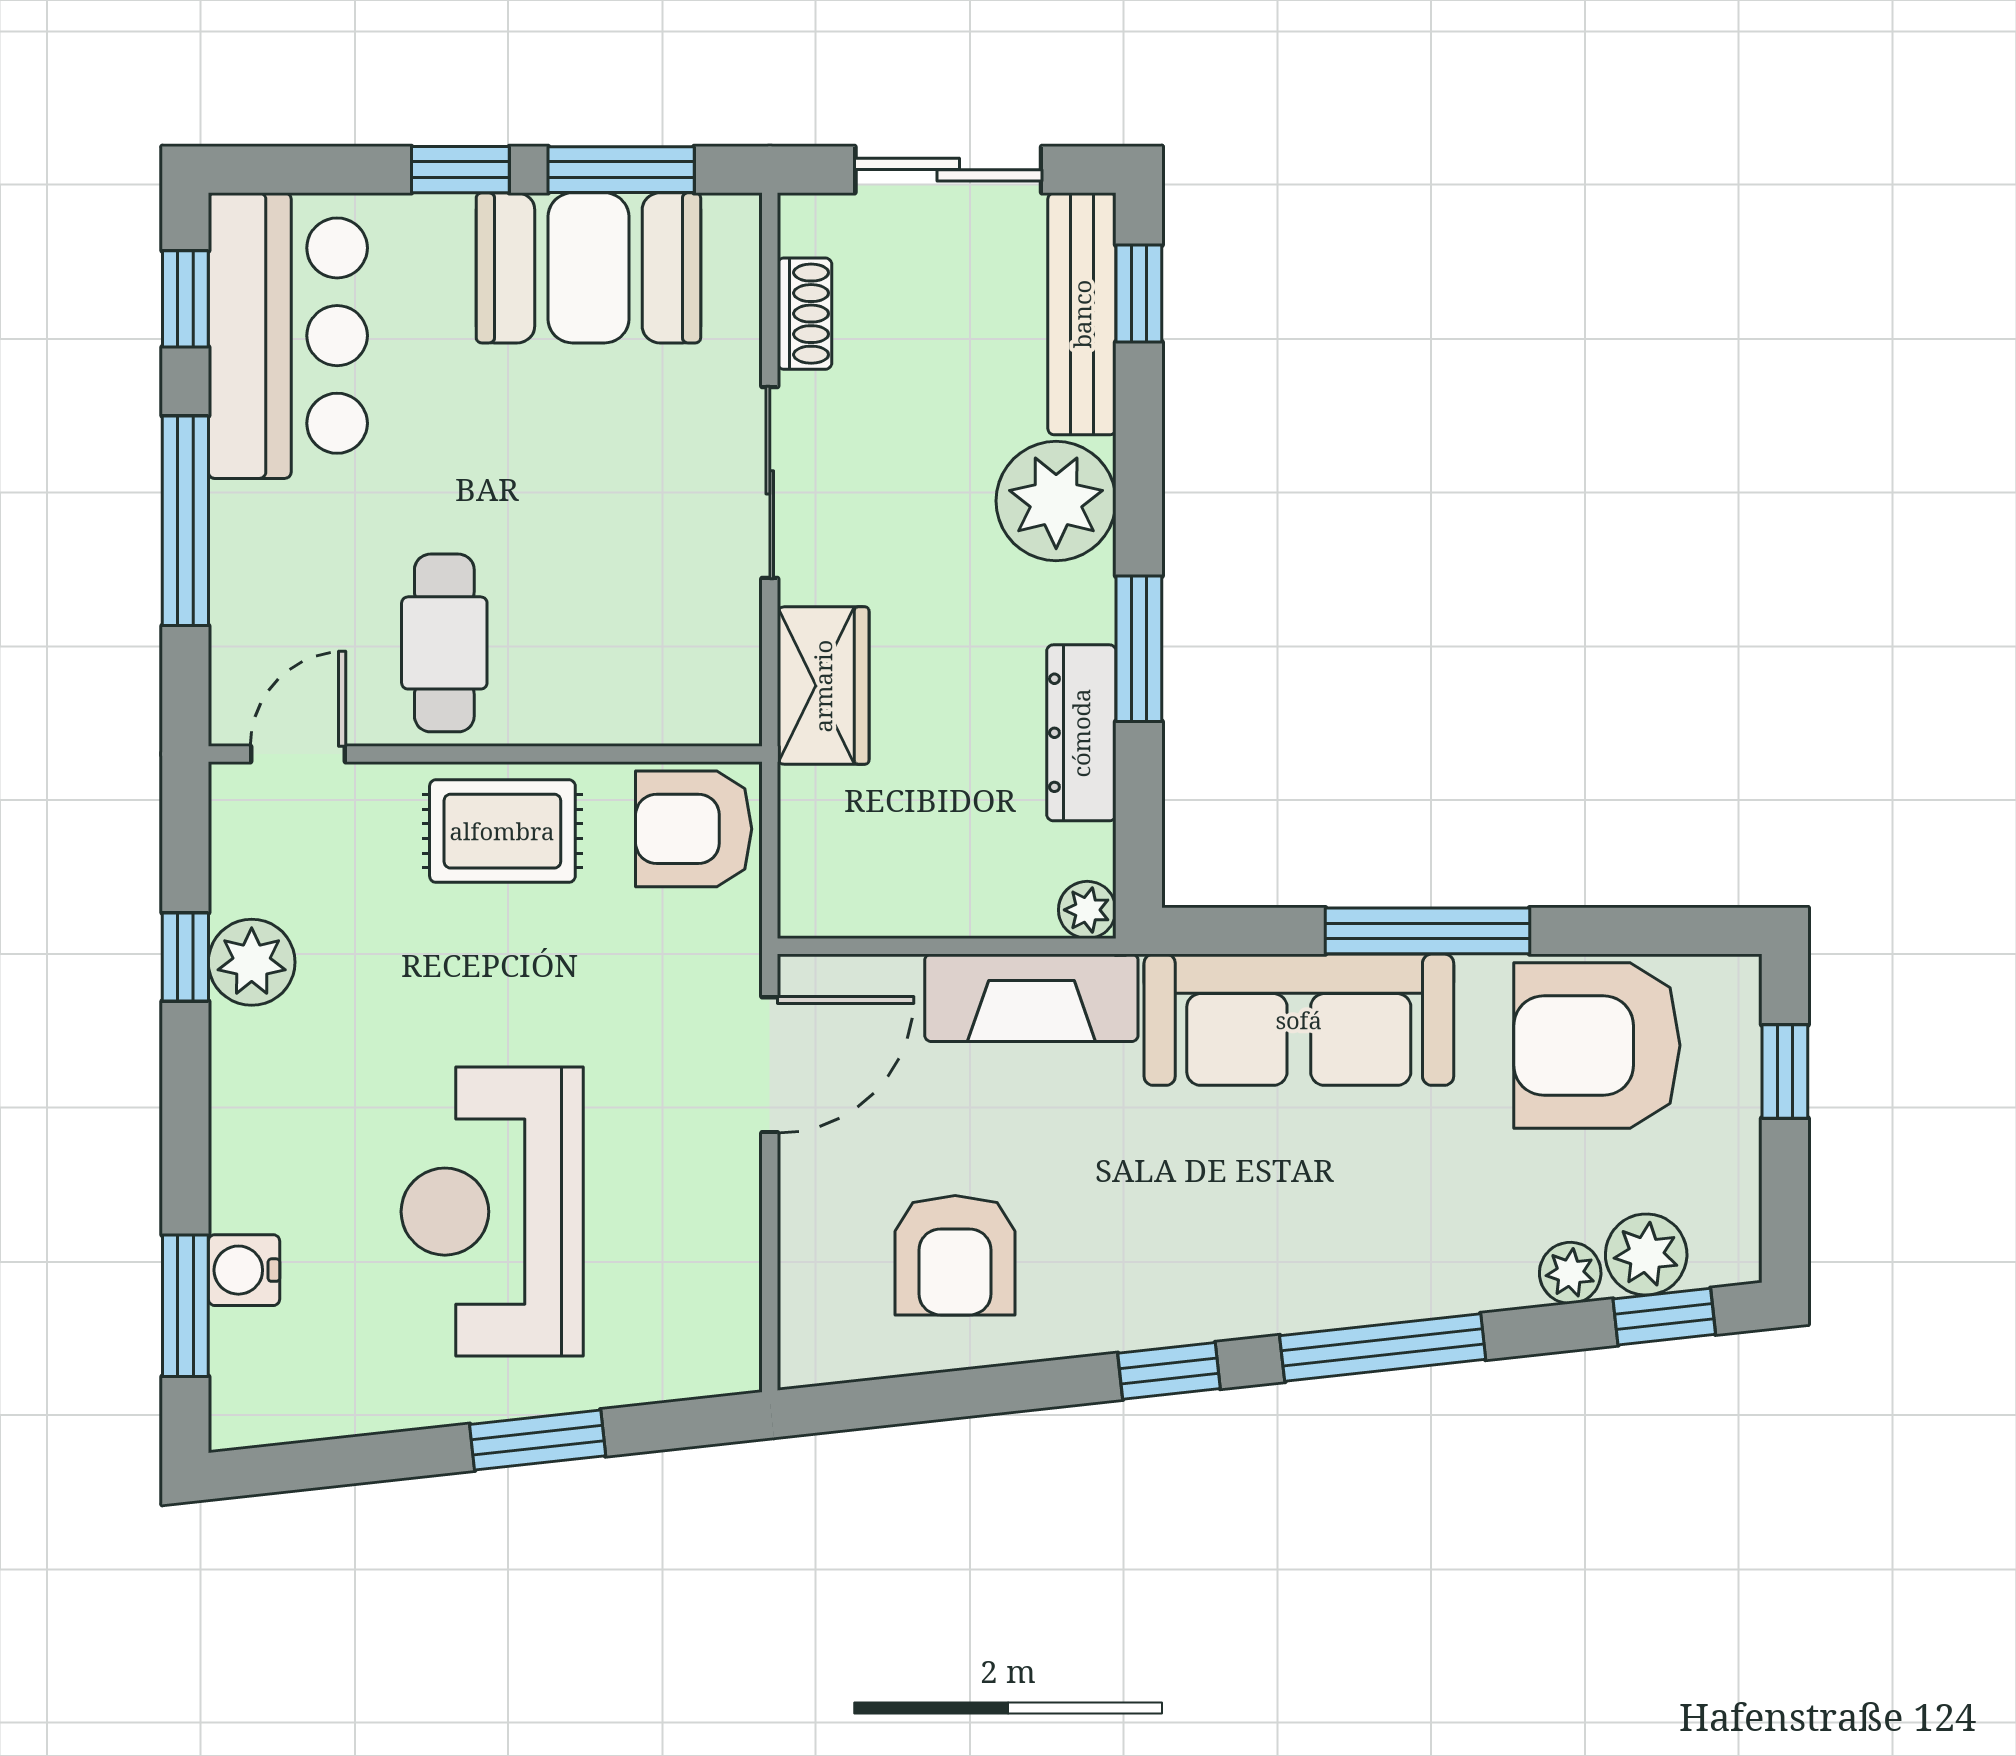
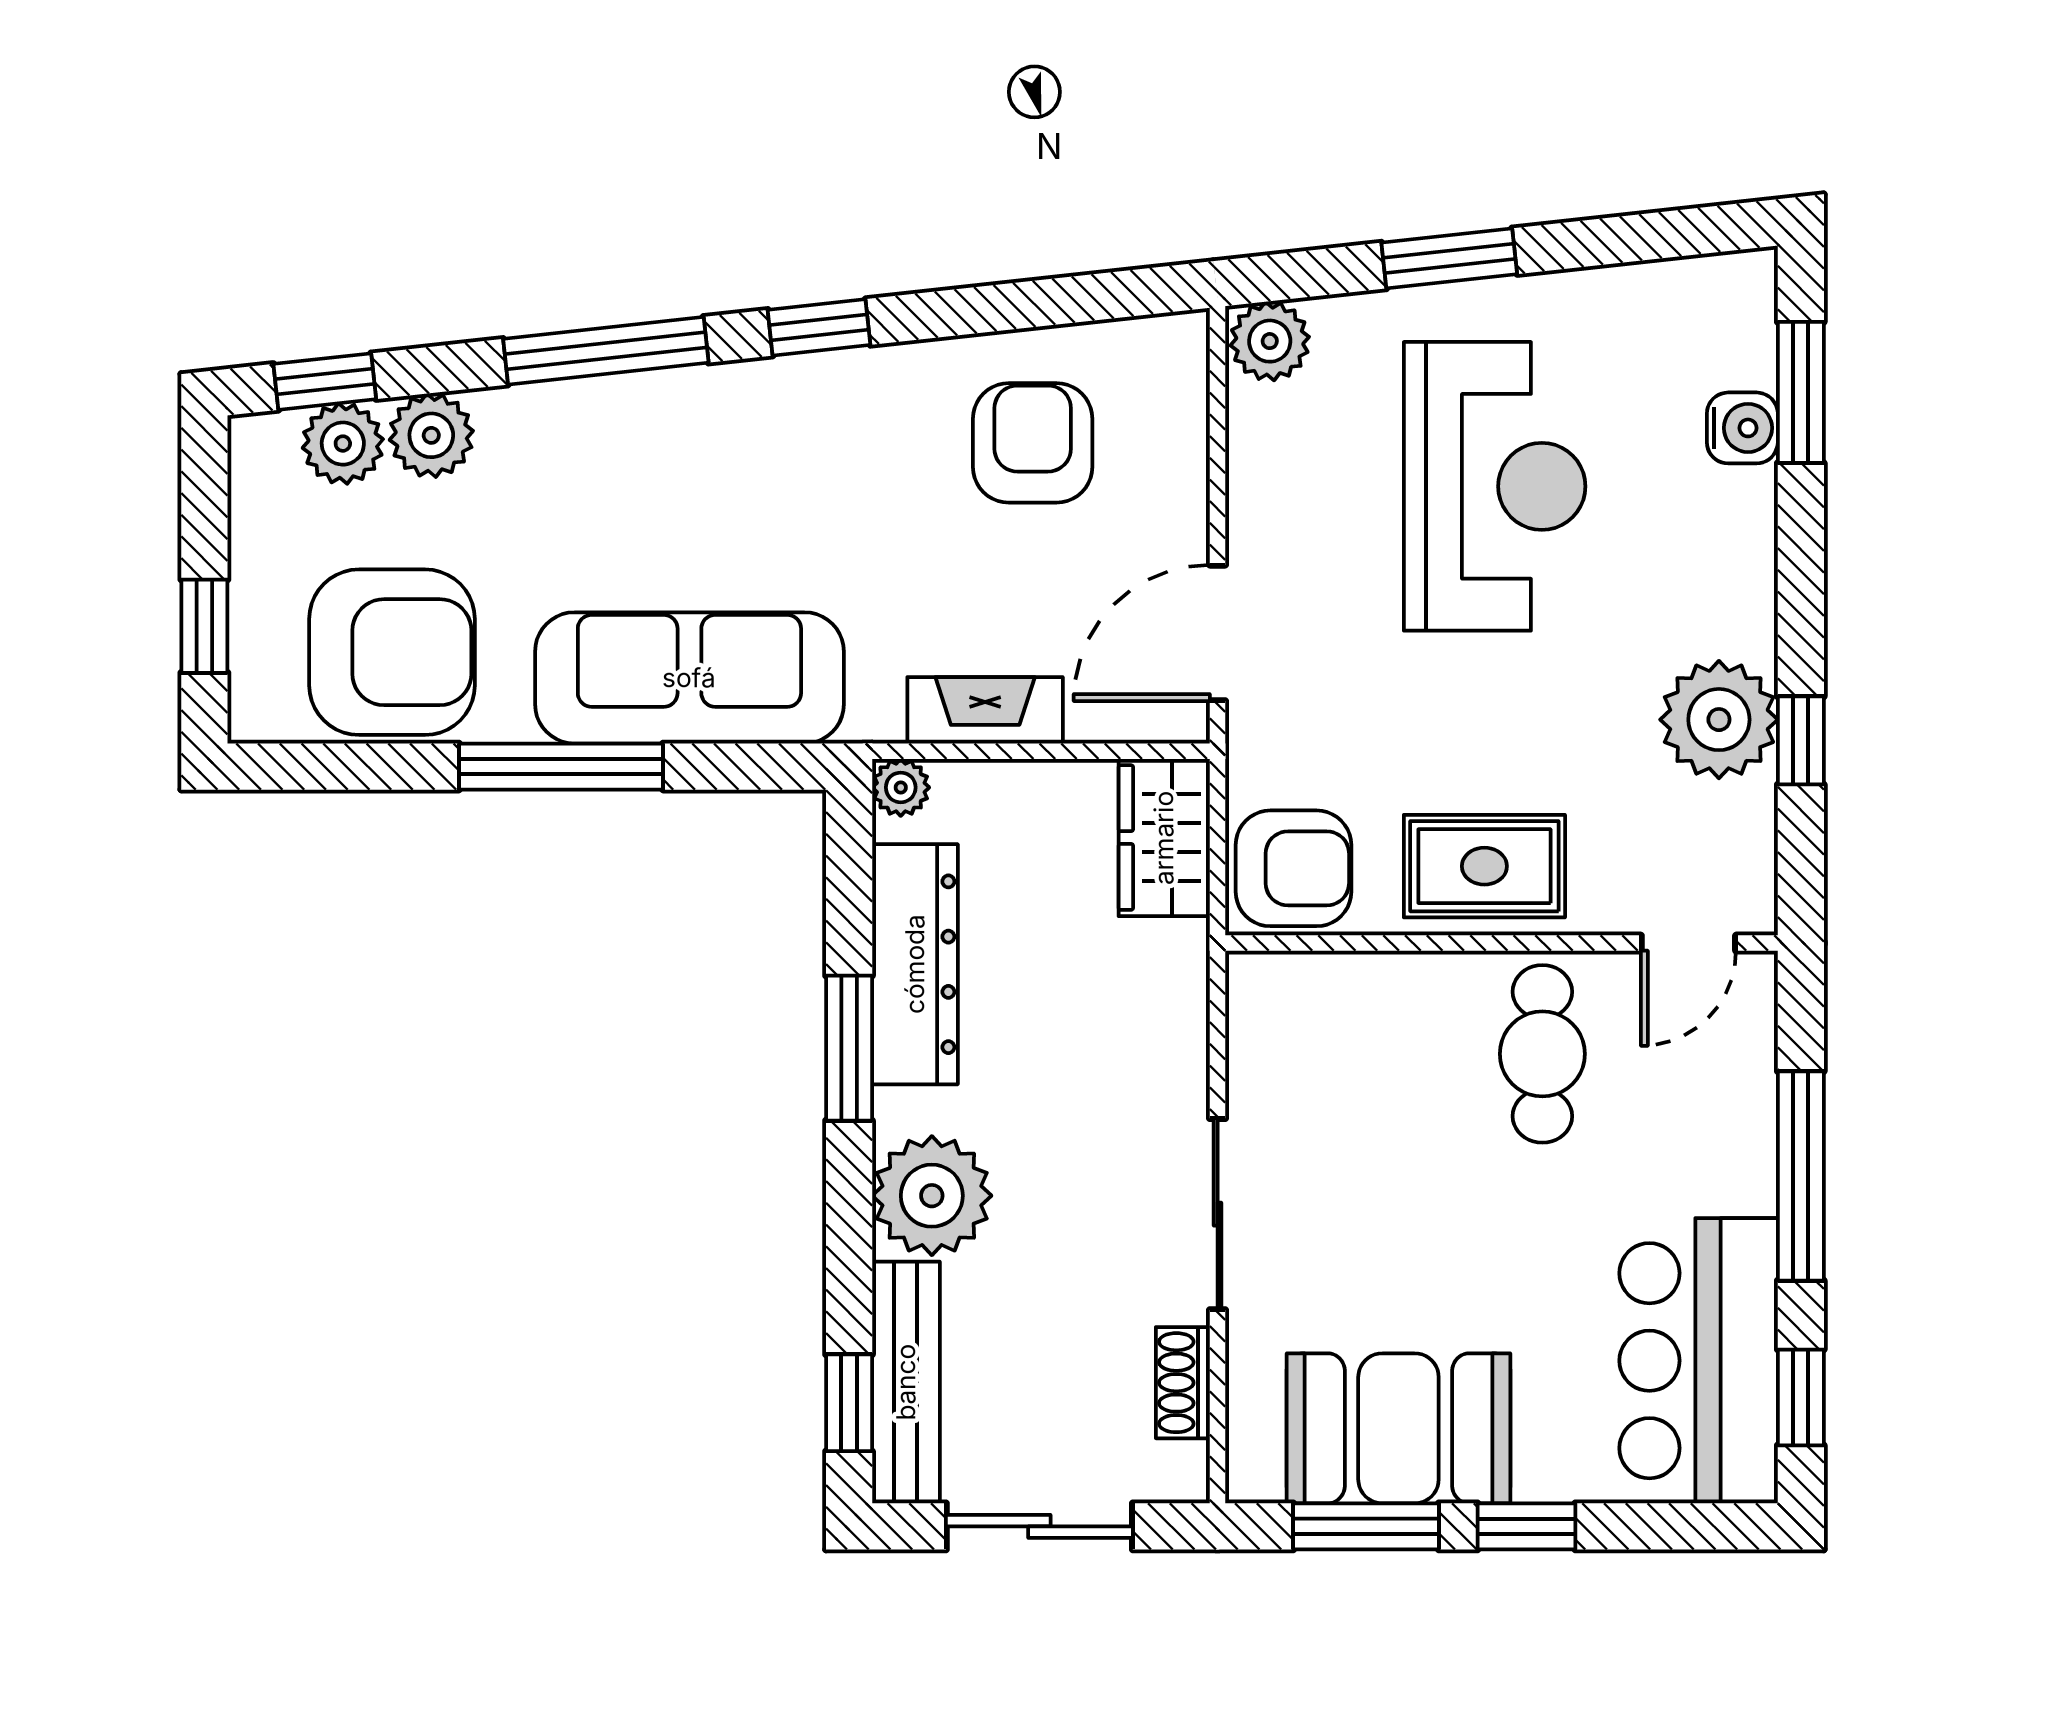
wardrobe: (823, 686) -> (1164, 838), moved
dresser: (1081, 733) -> (915, 964), width x1.37, depth x1.24
plant: (252, 962) -> (1719, 720), width x1.36, depth x1.36
fireplace: (1031, 998) -> (985, 710), width x0.73, depth x0.76
plant: (1570, 1273) -> (431, 435), width x1.38, depth x1.38
plant: (717, 1357) -> (1270, 341), added

